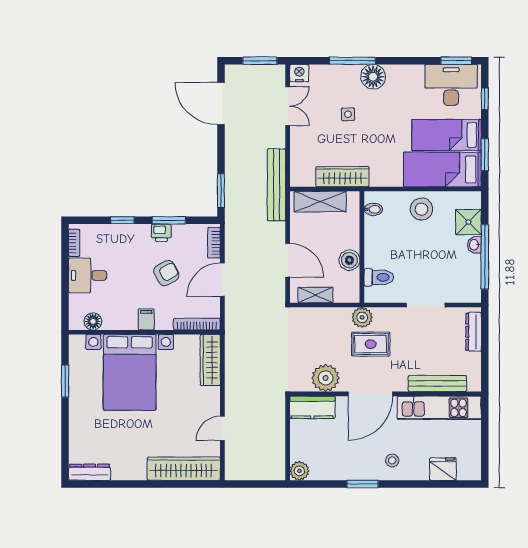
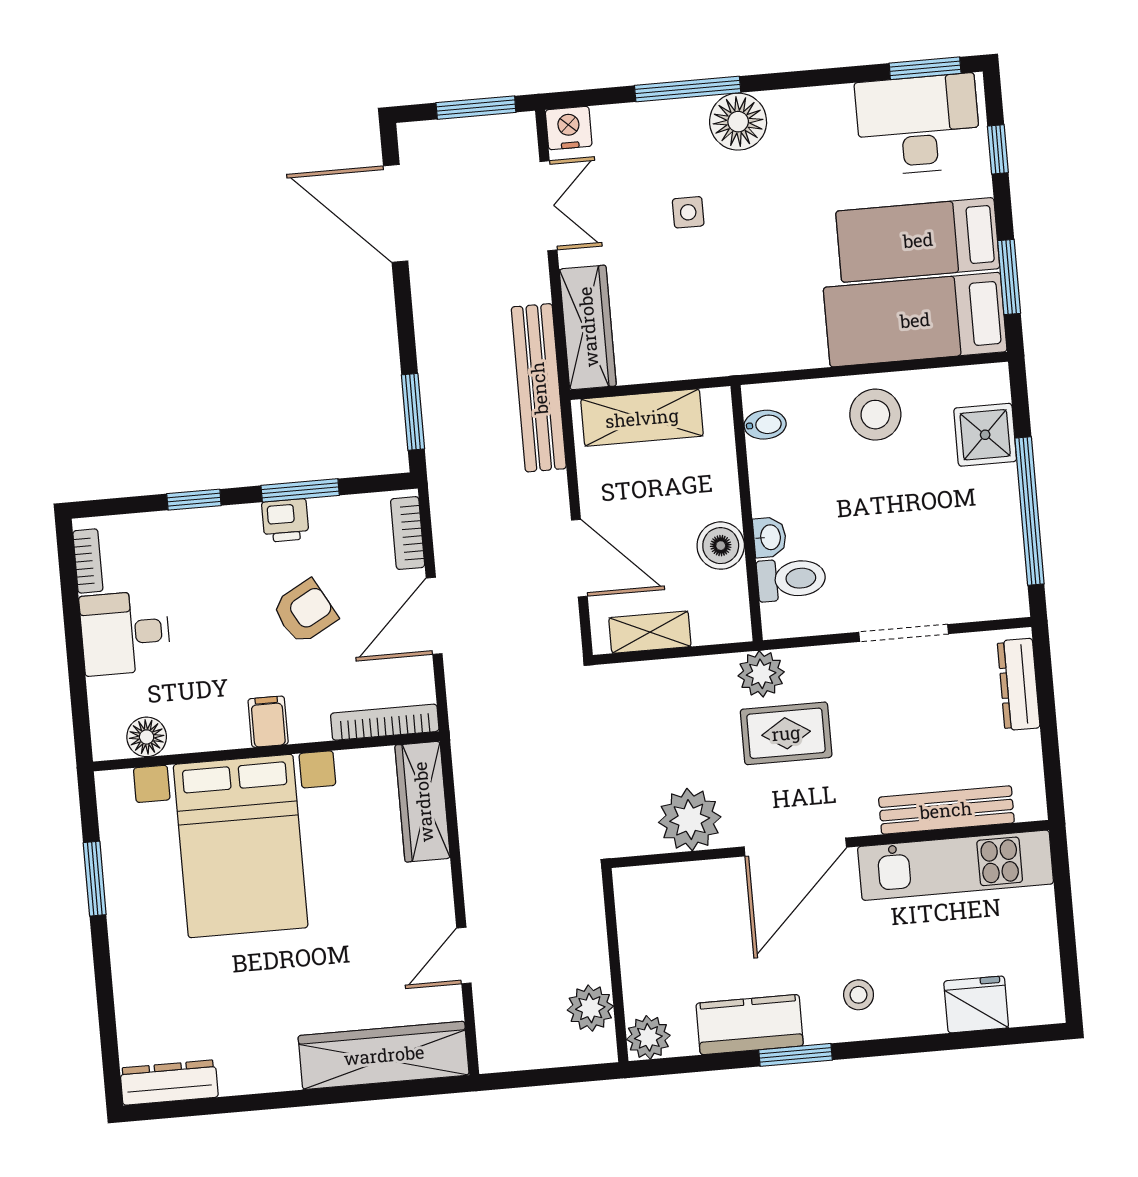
wardrobe: (343, 177) -> (588, 327), moved, turned 90
washbasin: (474, 245) -> (770, 537), moved, turned 180
kitchen counter: (312, 407) -> (750, 1025), moved, turned 180
plant: (275, 456) -> (590, 1008), added

